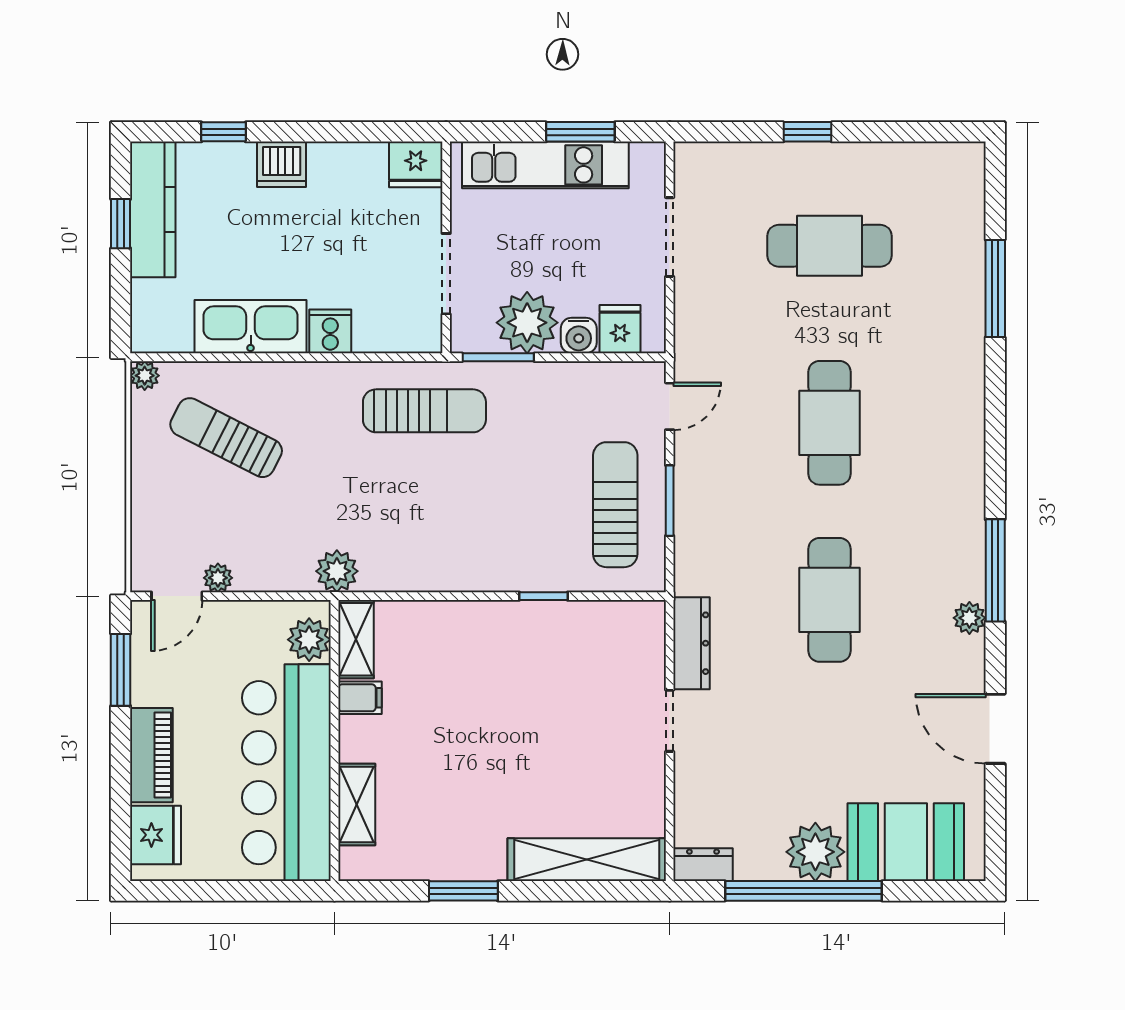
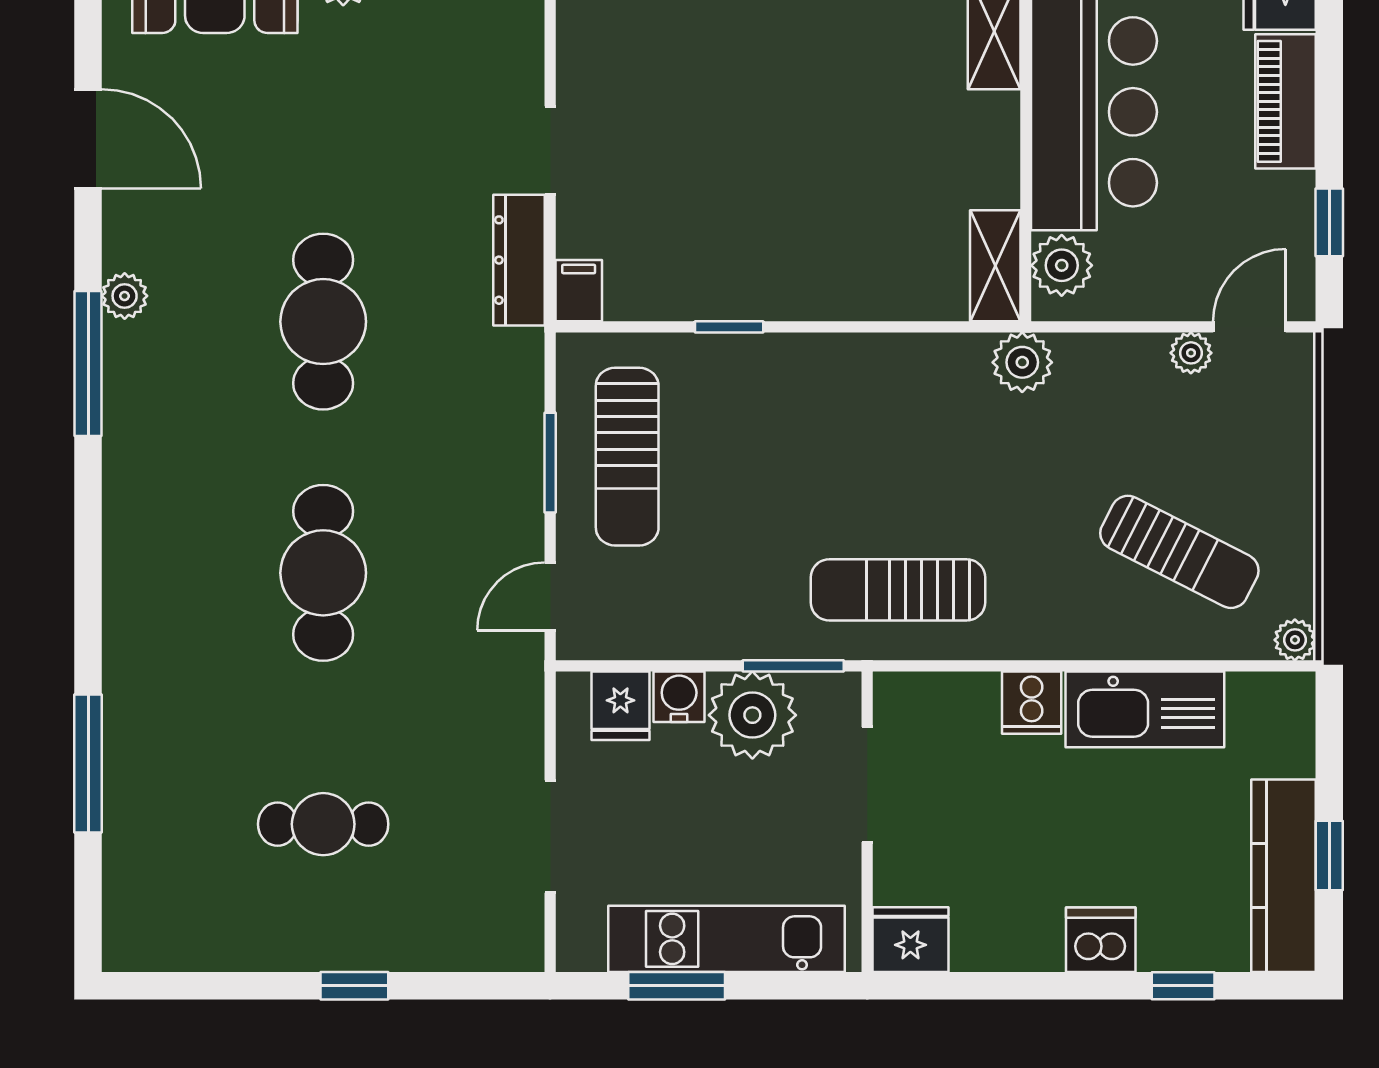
cafe table: (830, 246) -> (323, 824), width x0.73, depth x0.74
window: (121, 670) -> (1329, 222), width x0.67
filing cabinet: (360, 698) -> (579, 291), moved, turned 90

